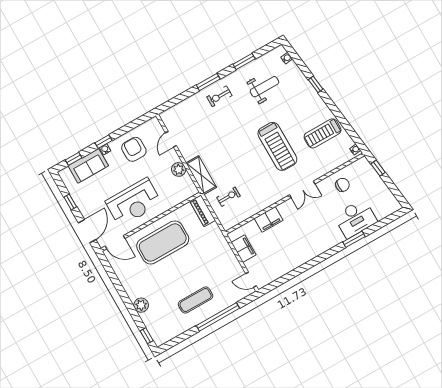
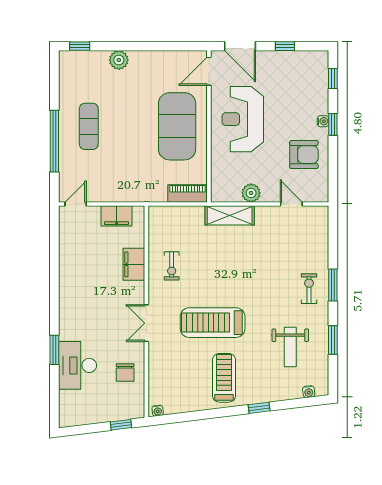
treadmill: (323, 133) -> (224, 378), moved
sofa: (88, 166) -> (315, 91), removed
exercise bike: (228, 197) -> (172, 266), moved

